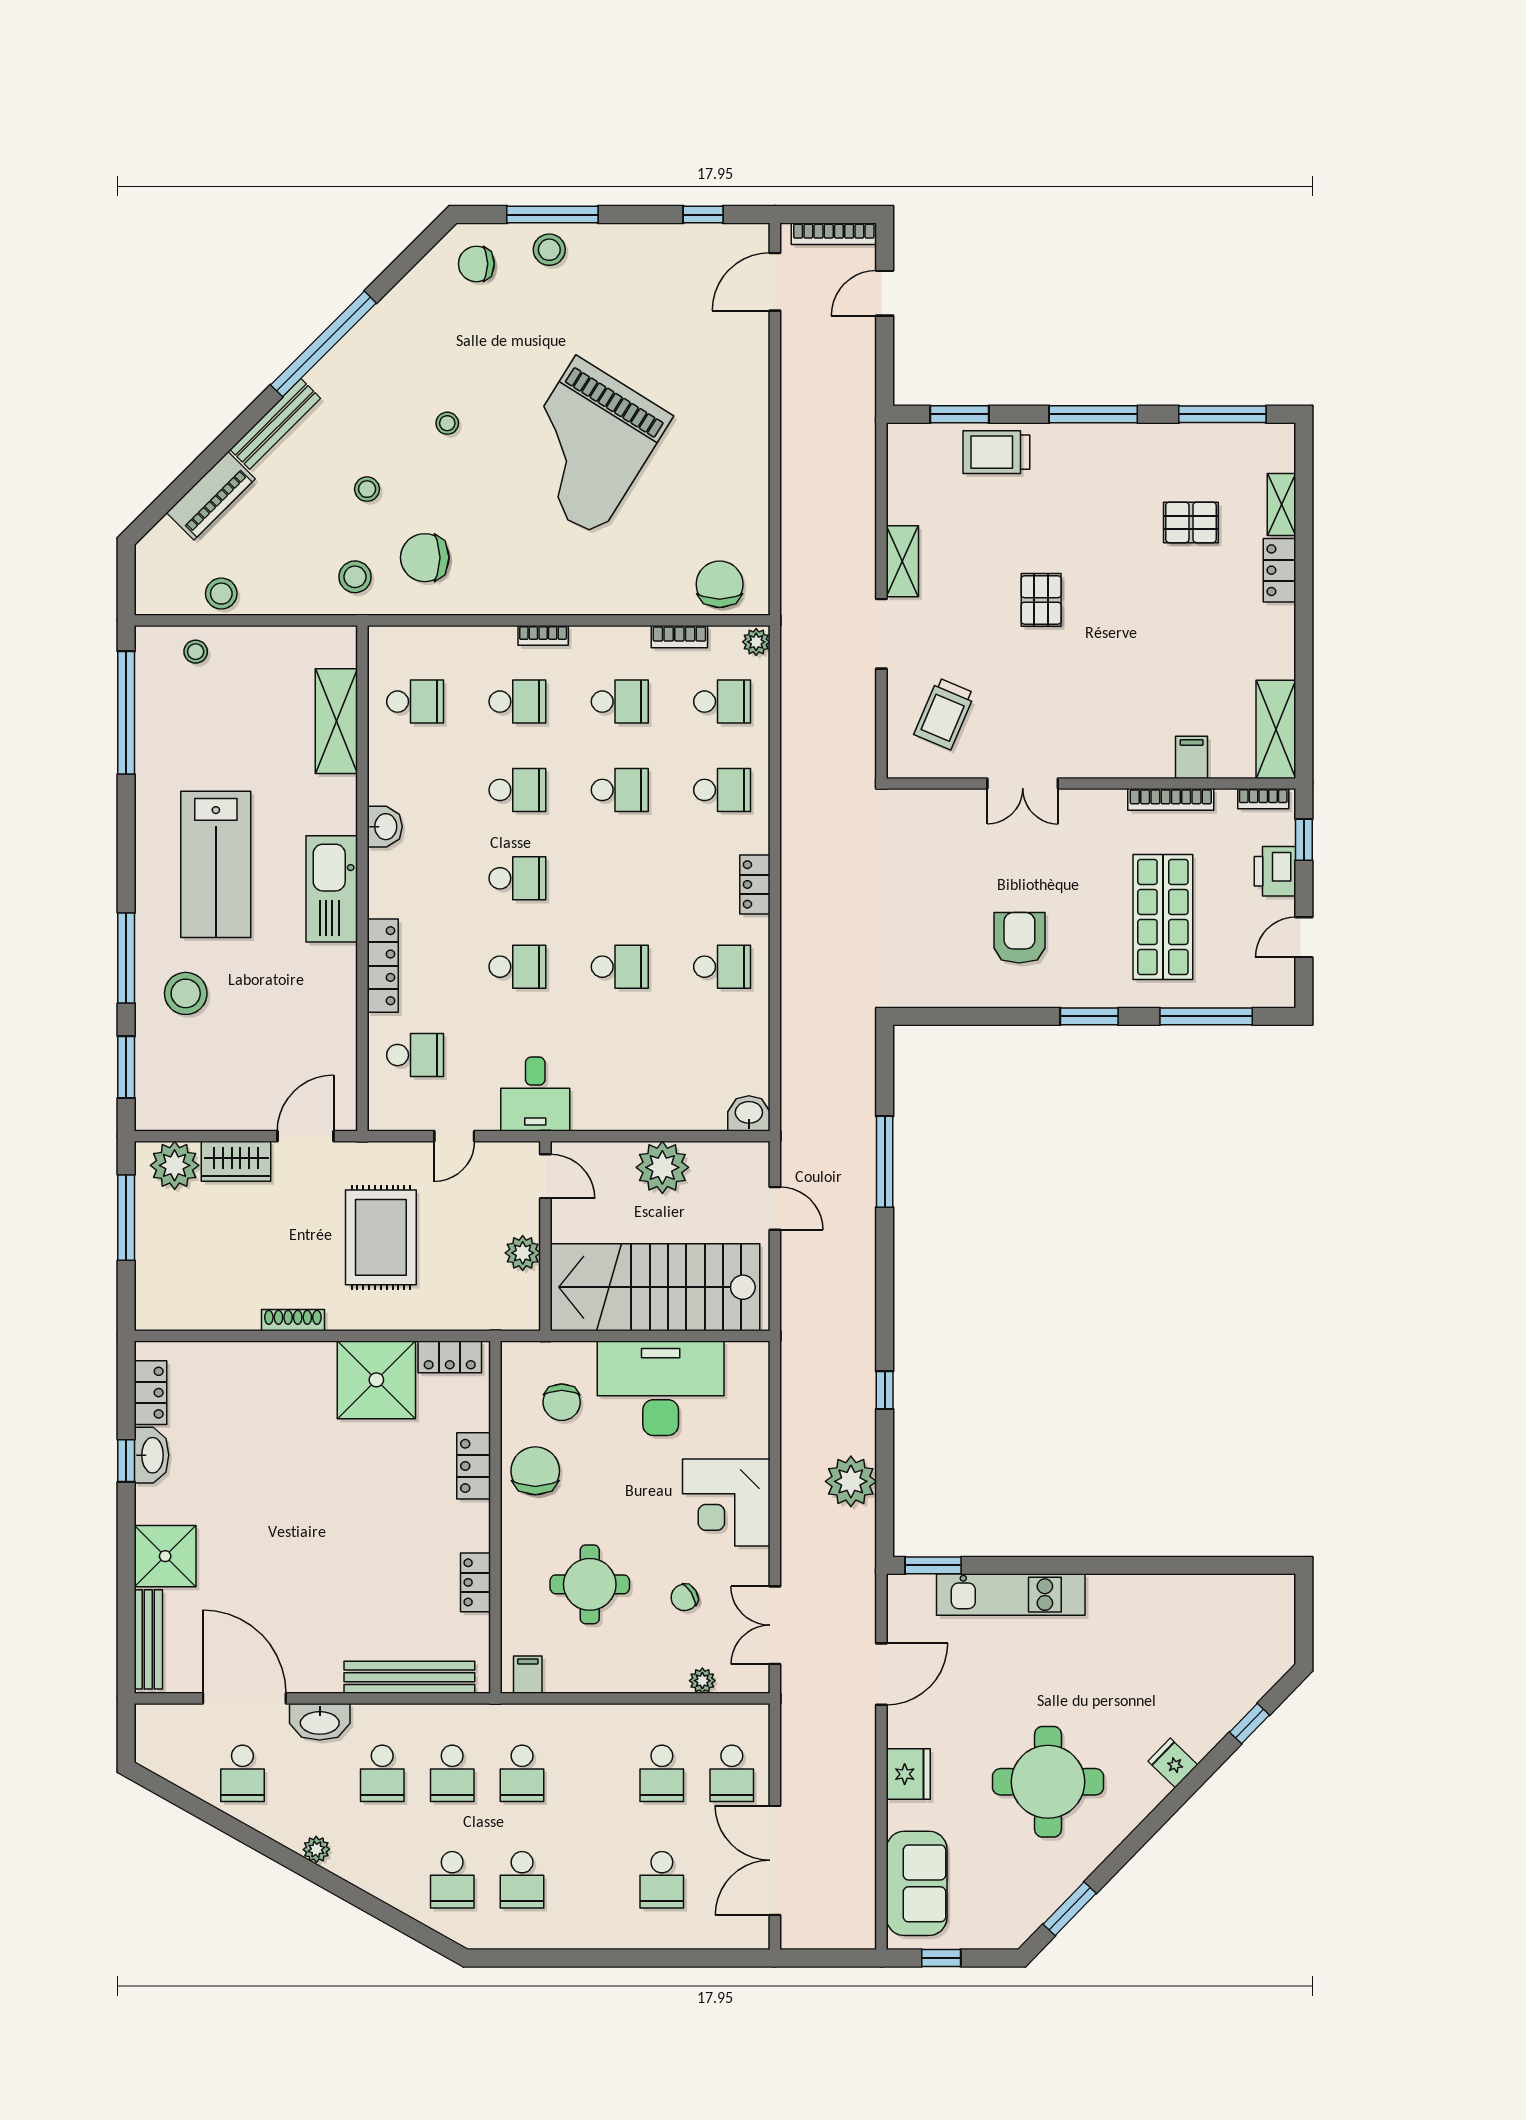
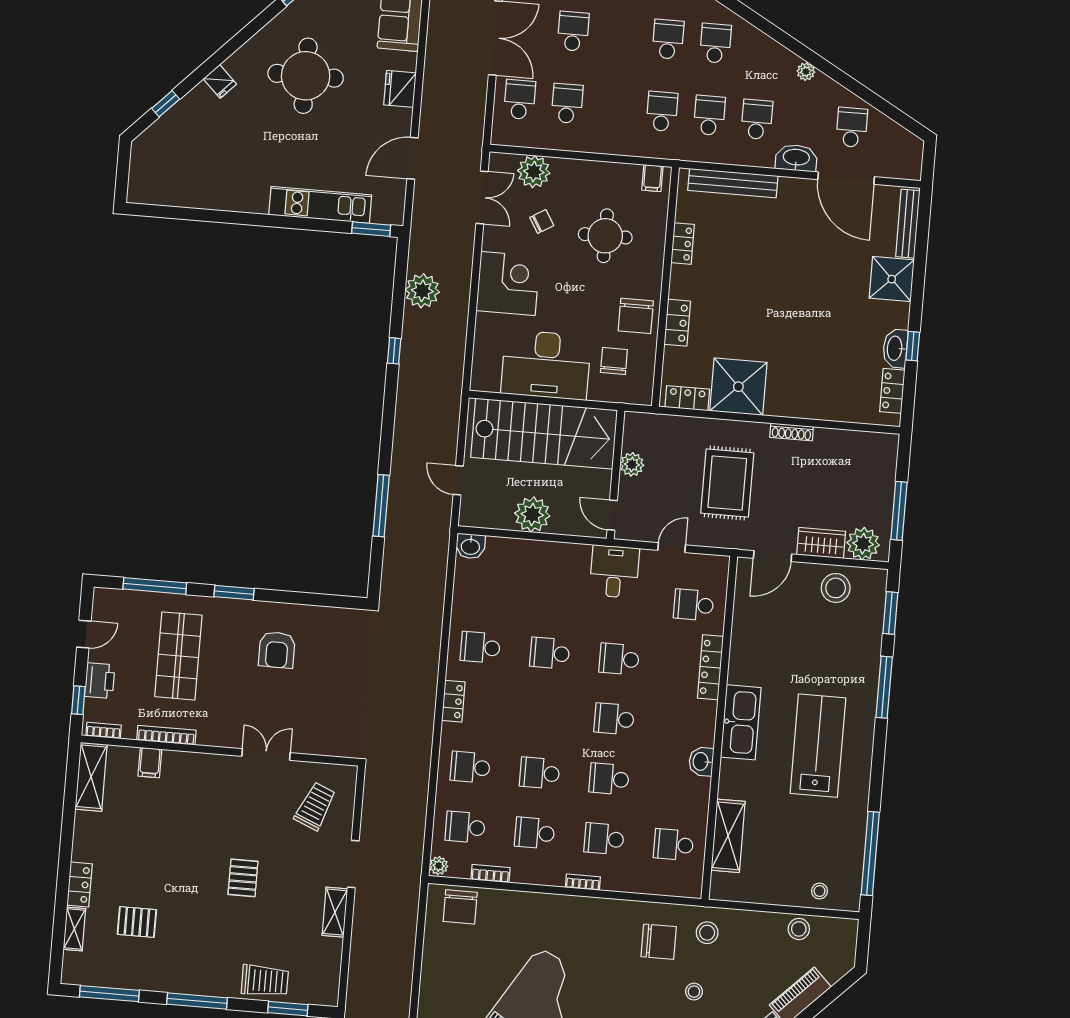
stool: (186, 993) -> (836, 588), moved
plant: (702, 1681) -> (534, 172), width x1.87, depth x1.87

